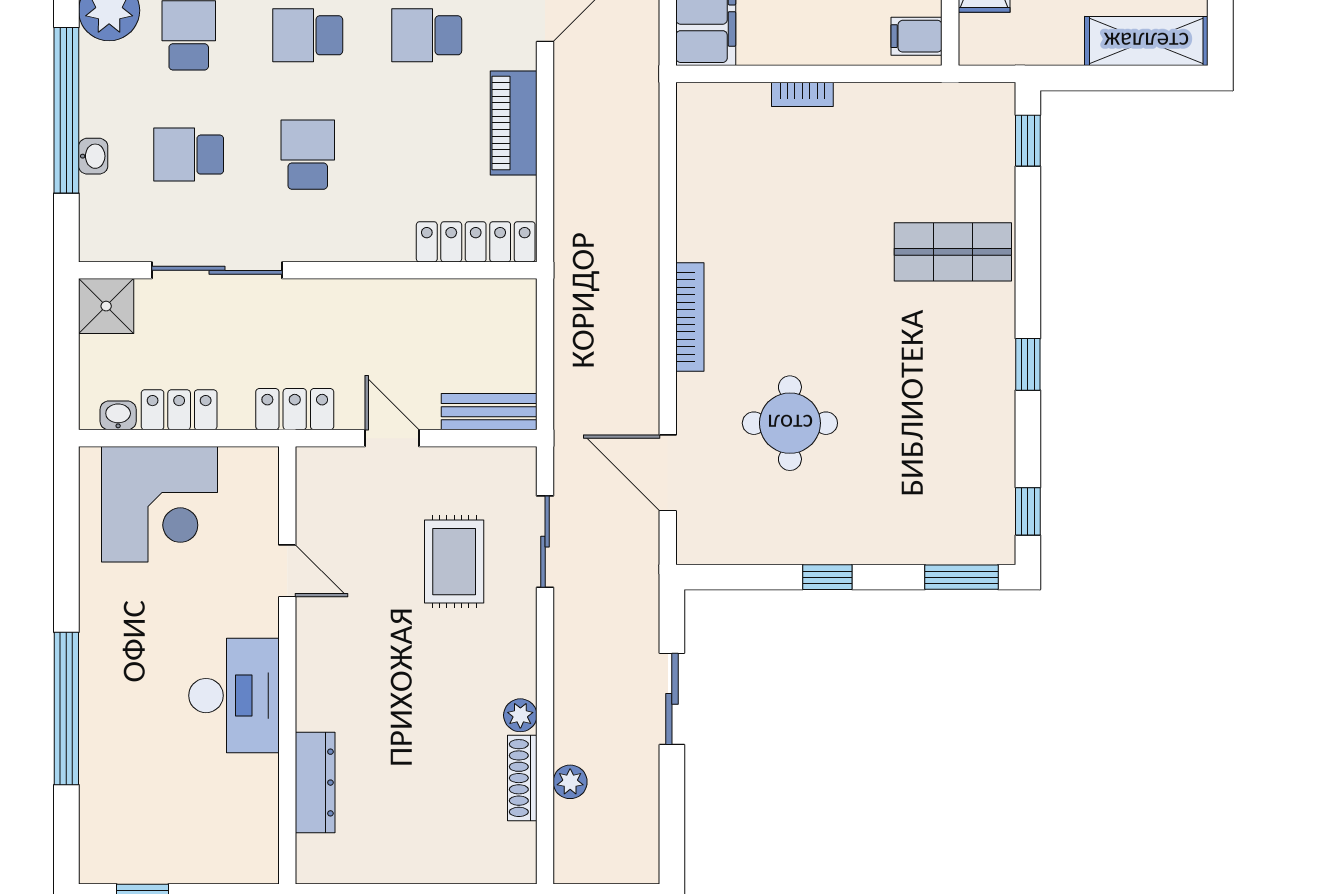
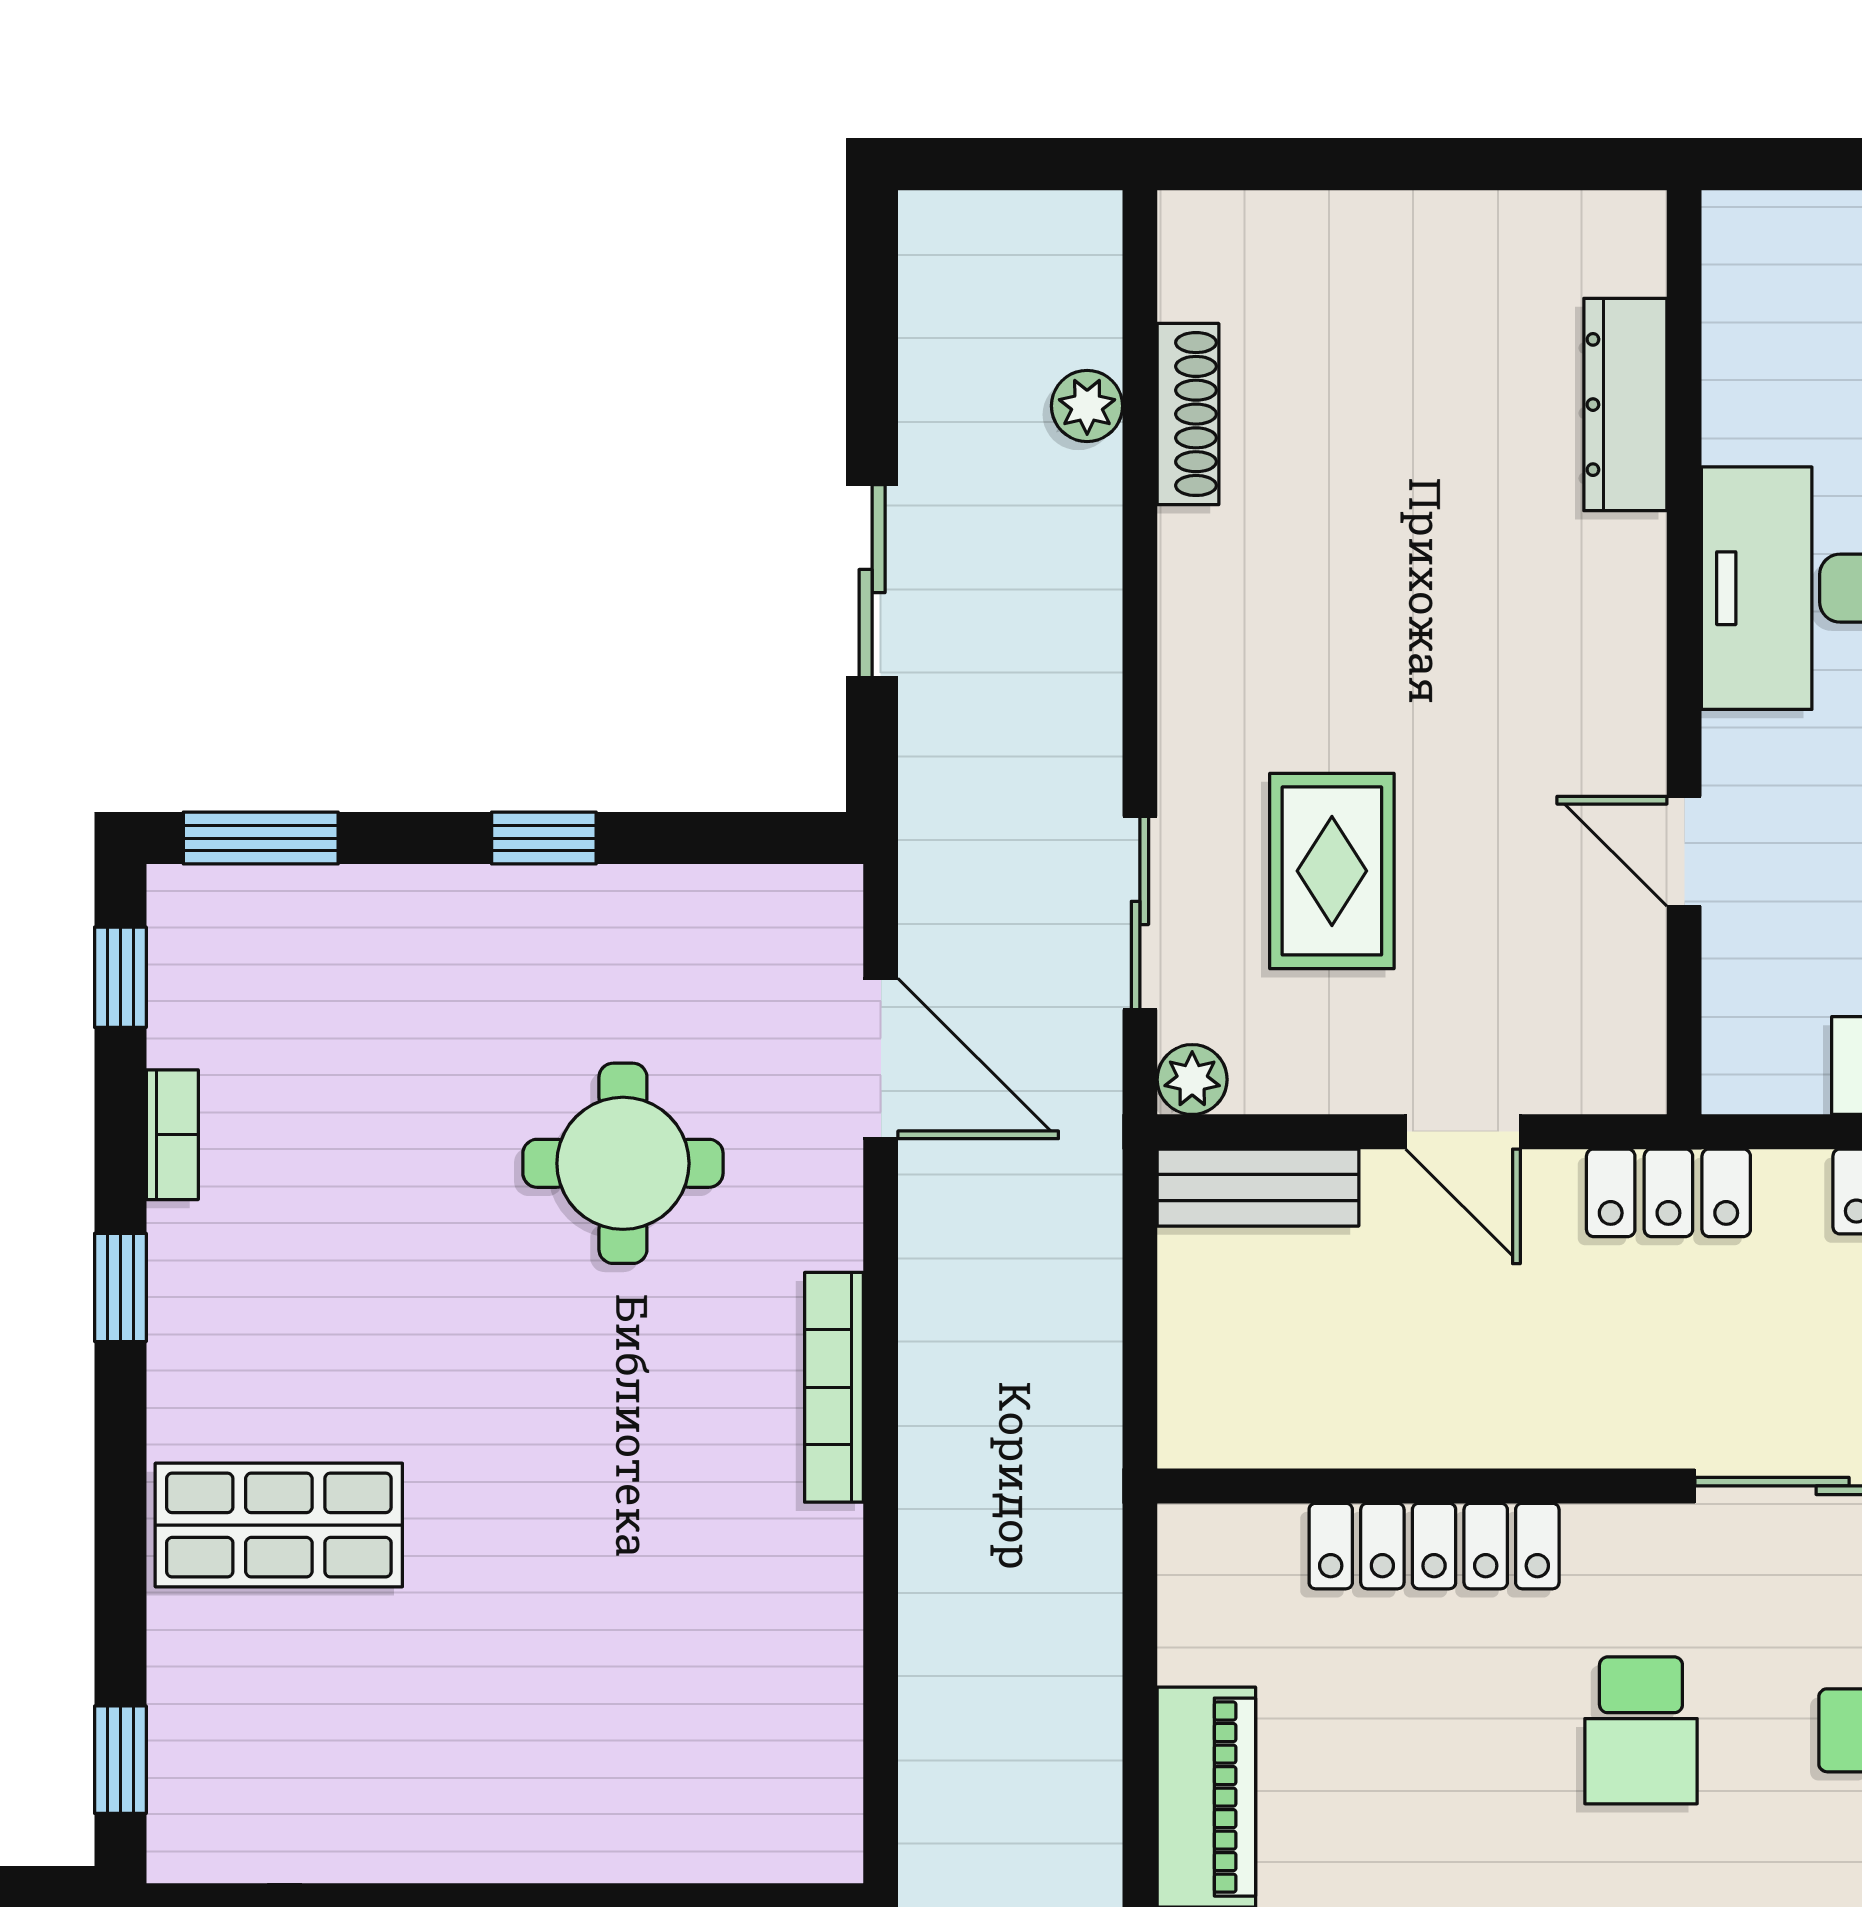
bookcase: (802, 94) -> (172, 1135), moved, turned 90
locker: (476, 242) -> (1434, 1546), moved
plant: (520, 715) -> (1192, 1080), moved

